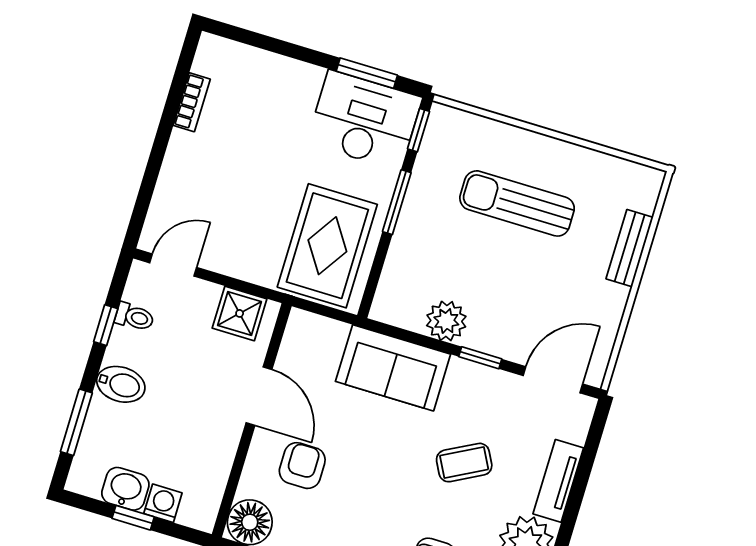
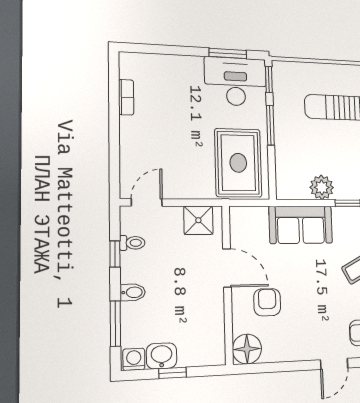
bidet: (121, 384) -> (133, 292), width x0.72, depth x0.74
washing machine: (163, 503) -> (134, 359), moved

